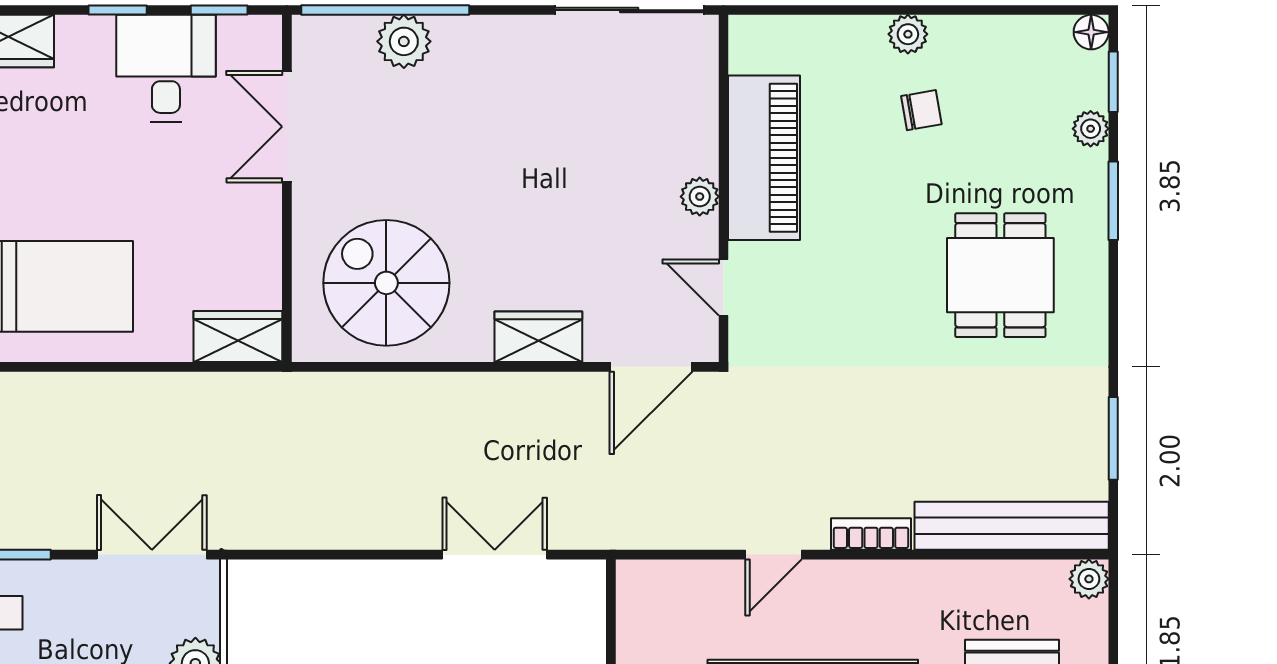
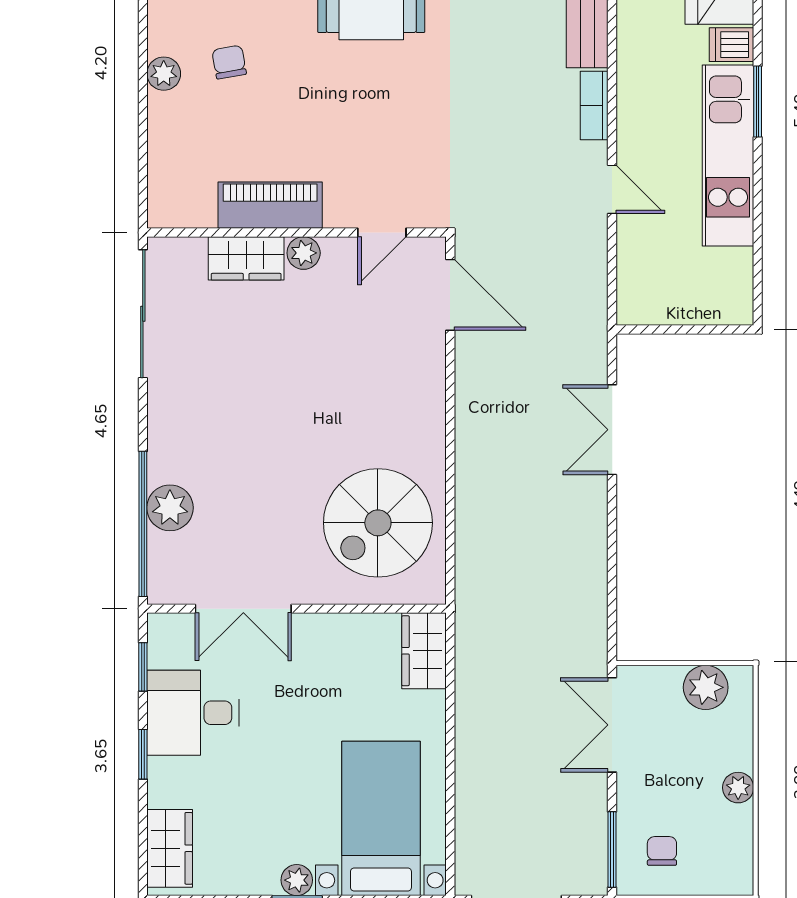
piano: (764, 158) -> (270, 205), width x0.73, depth x0.75
wardrobe: (538, 337) -> (246, 258), moved, turned -90

